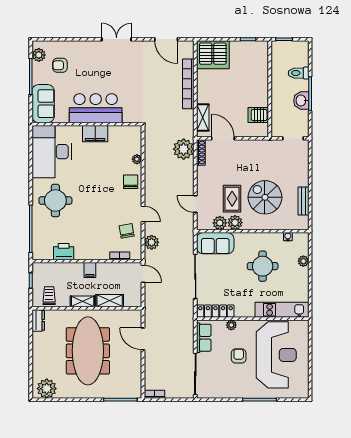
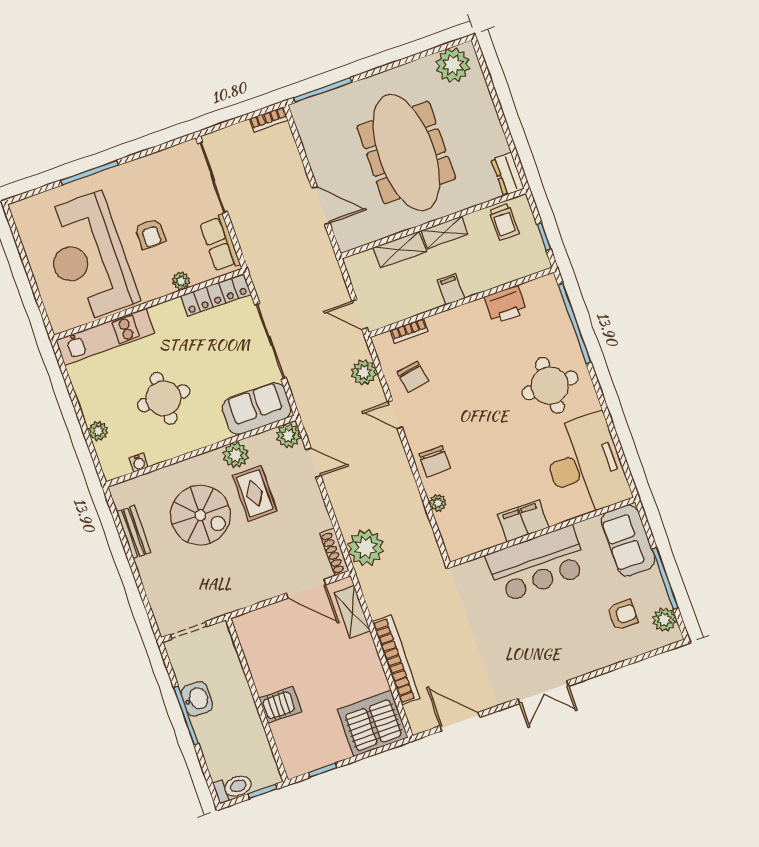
toilet: (299, 73) -> (233, 788), moved
server rack: (258, 115) -> (280, 705), moved
plant: (220, 223) -> (288, 436), moved

